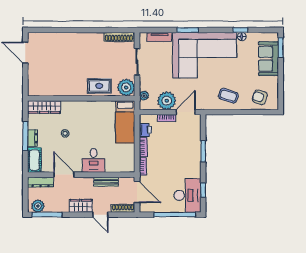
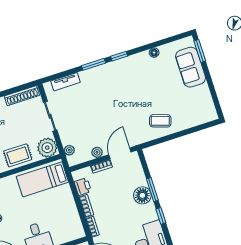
window: (240, 30) -> (119, 56), moved
corner sofa: (205, 55) -> (120, 85), removed
armchair: (260, 97) -> (195, 112), removed
plant: (167, 101) -> (97, 152), width x0.53, depth x0.53
bed: (125, 122) -> (42, 179), moved, turned 90
floor lamp: (193, 153) -> (142, 195), added
window: (203, 190) -> (161, 216), moved

